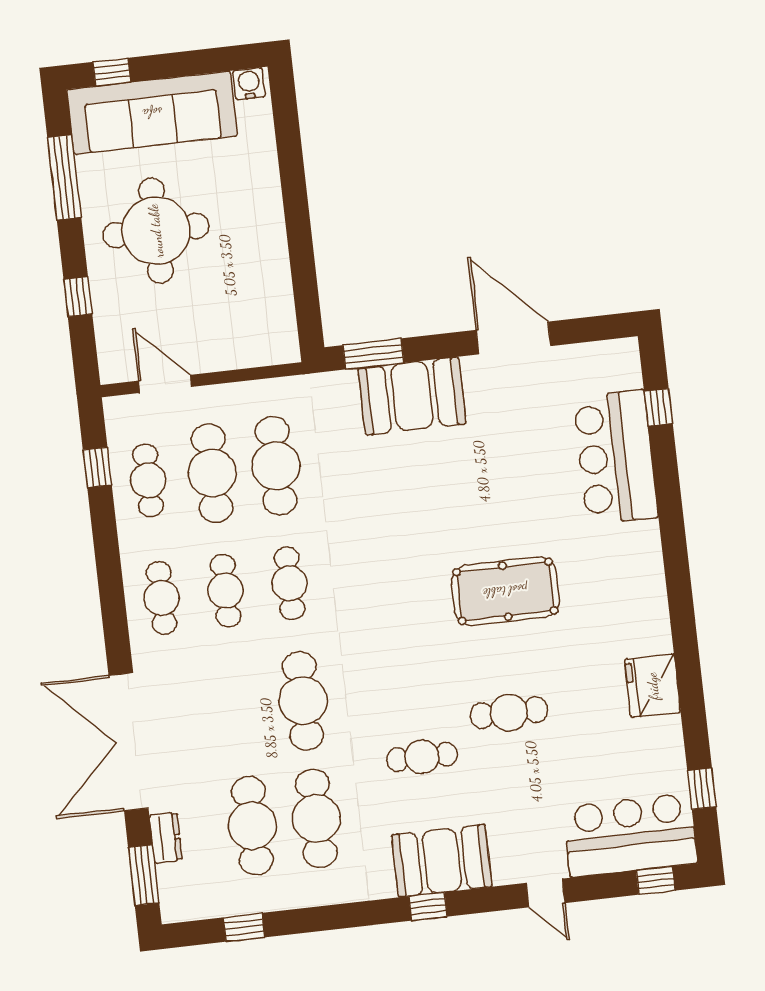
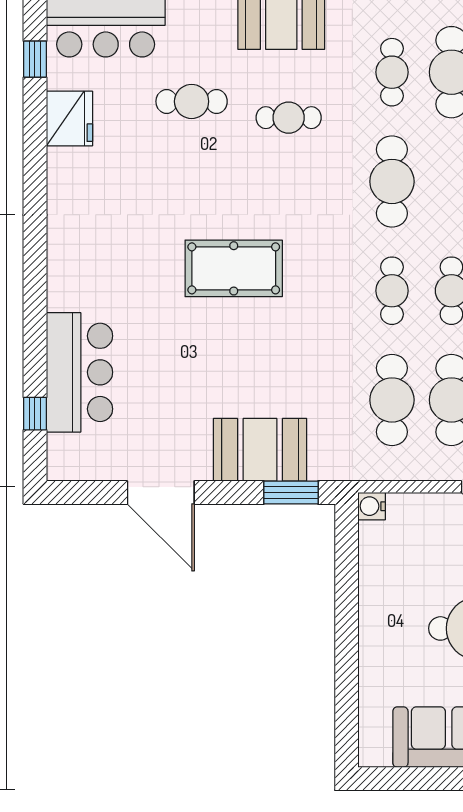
water cooler: (249, 84) -> (372, 506), moved, turned 90
pool table: (505, 591) -> (234, 268), moved
fridge: (653, 686) -> (69, 119), moved
cafe table: (509, 713) -> (192, 101), moved
cafe table: (316, 818) -> (392, 72), width x0.73, depth x0.74

